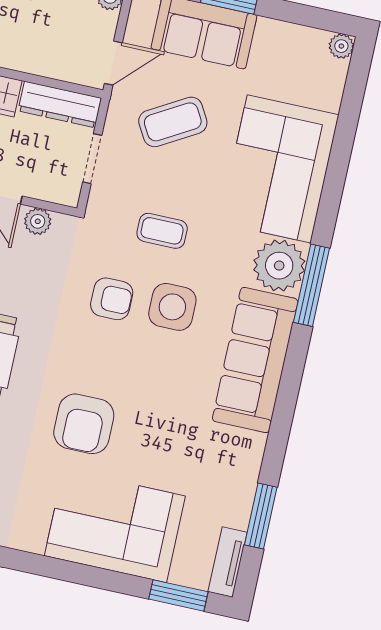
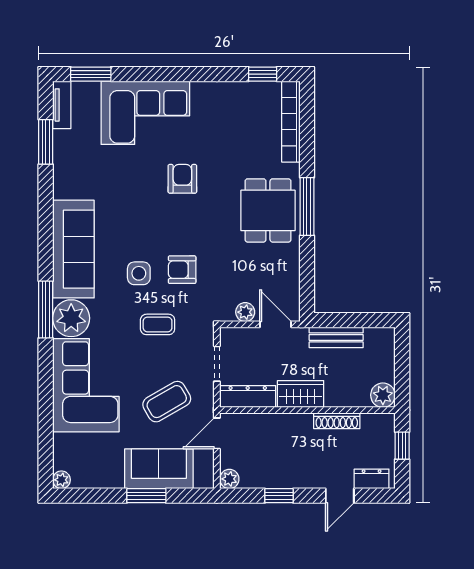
side table: (172, 307) -> (139, 273), width x0.73, depth x0.73
armchair: (84, 424) -> (182, 179), width x0.72, depth x0.72

